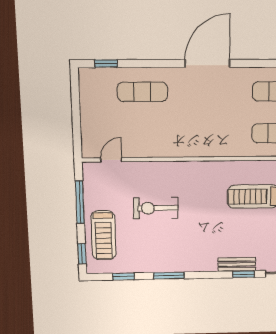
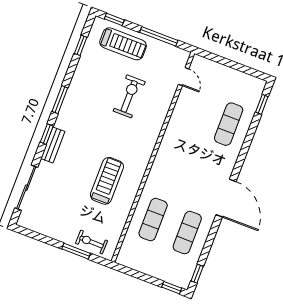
door: (208, 63) -> (226, 198), moved
treadmill: (104, 235) -> (123, 44), turned 180
window: (243, 274) -> (47, 134), moved
window: (169, 276) -> (60, 100), moved

